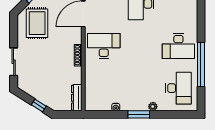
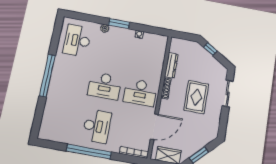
rug: (37, 23) -> (196, 97), moved
desk: (178, 46) -> (105, 86), moved, turned 180
window: (201, 64) -> (47, 76), moved
dresser: (77, 98) -> (171, 65), moved

